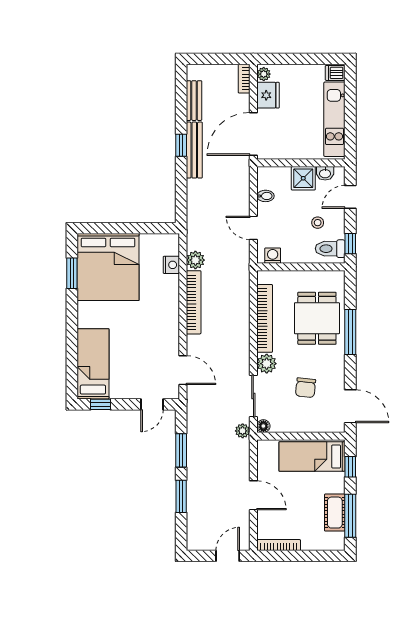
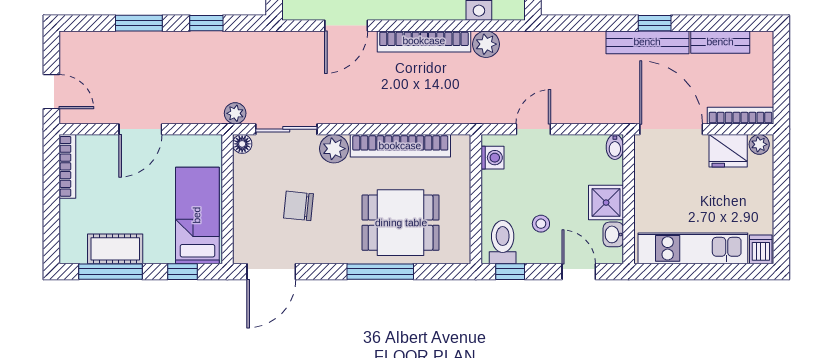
bookcase: (244, 79) -> (740, 116), width x1.56
bidet: (265, 196) -> (615, 147), moved
door: (183, 370) -> (346, 26), moved
window: (181, 450) -> (206, 23), width x0.67

